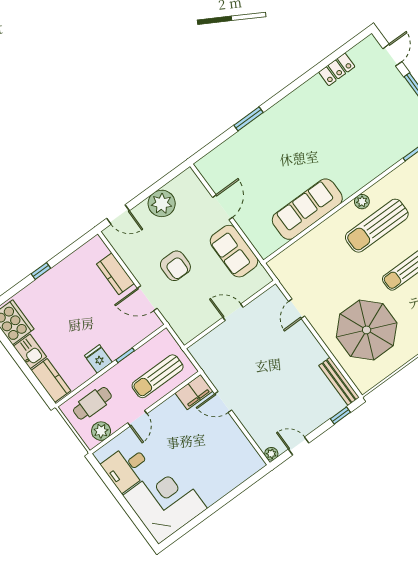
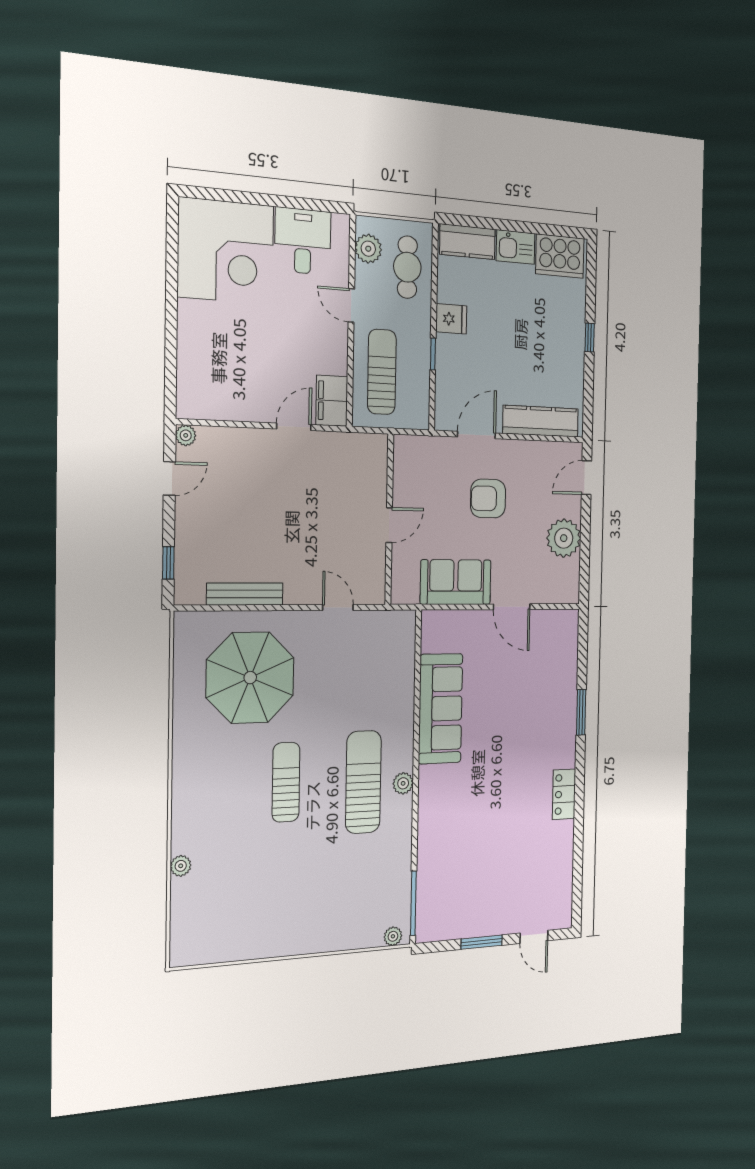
locker: (337, 69) -> (564, 794), moved
kitchen counter: (115, 274) -> (541, 421), width x1.50
bench: (339, 381) -> (245, 594), moved

